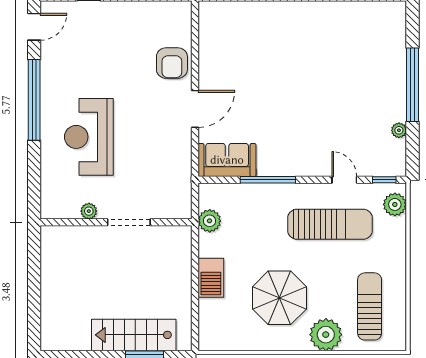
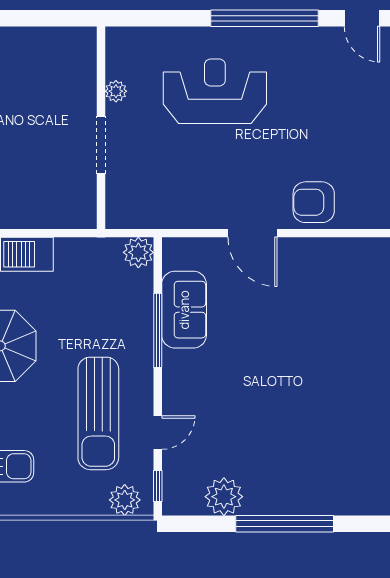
plant: (399, 130) -> (224, 497), width x1.87, depth x1.87
sofa: (227, 160) -> (184, 310), moved
plant: (210, 221) -> (138, 252), moved

